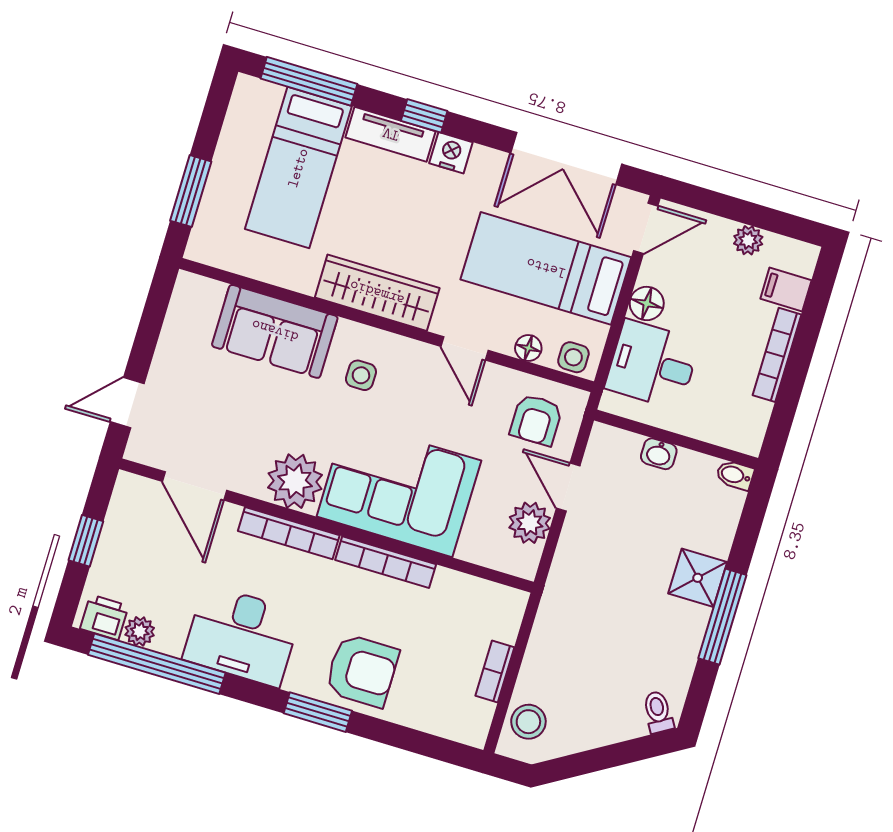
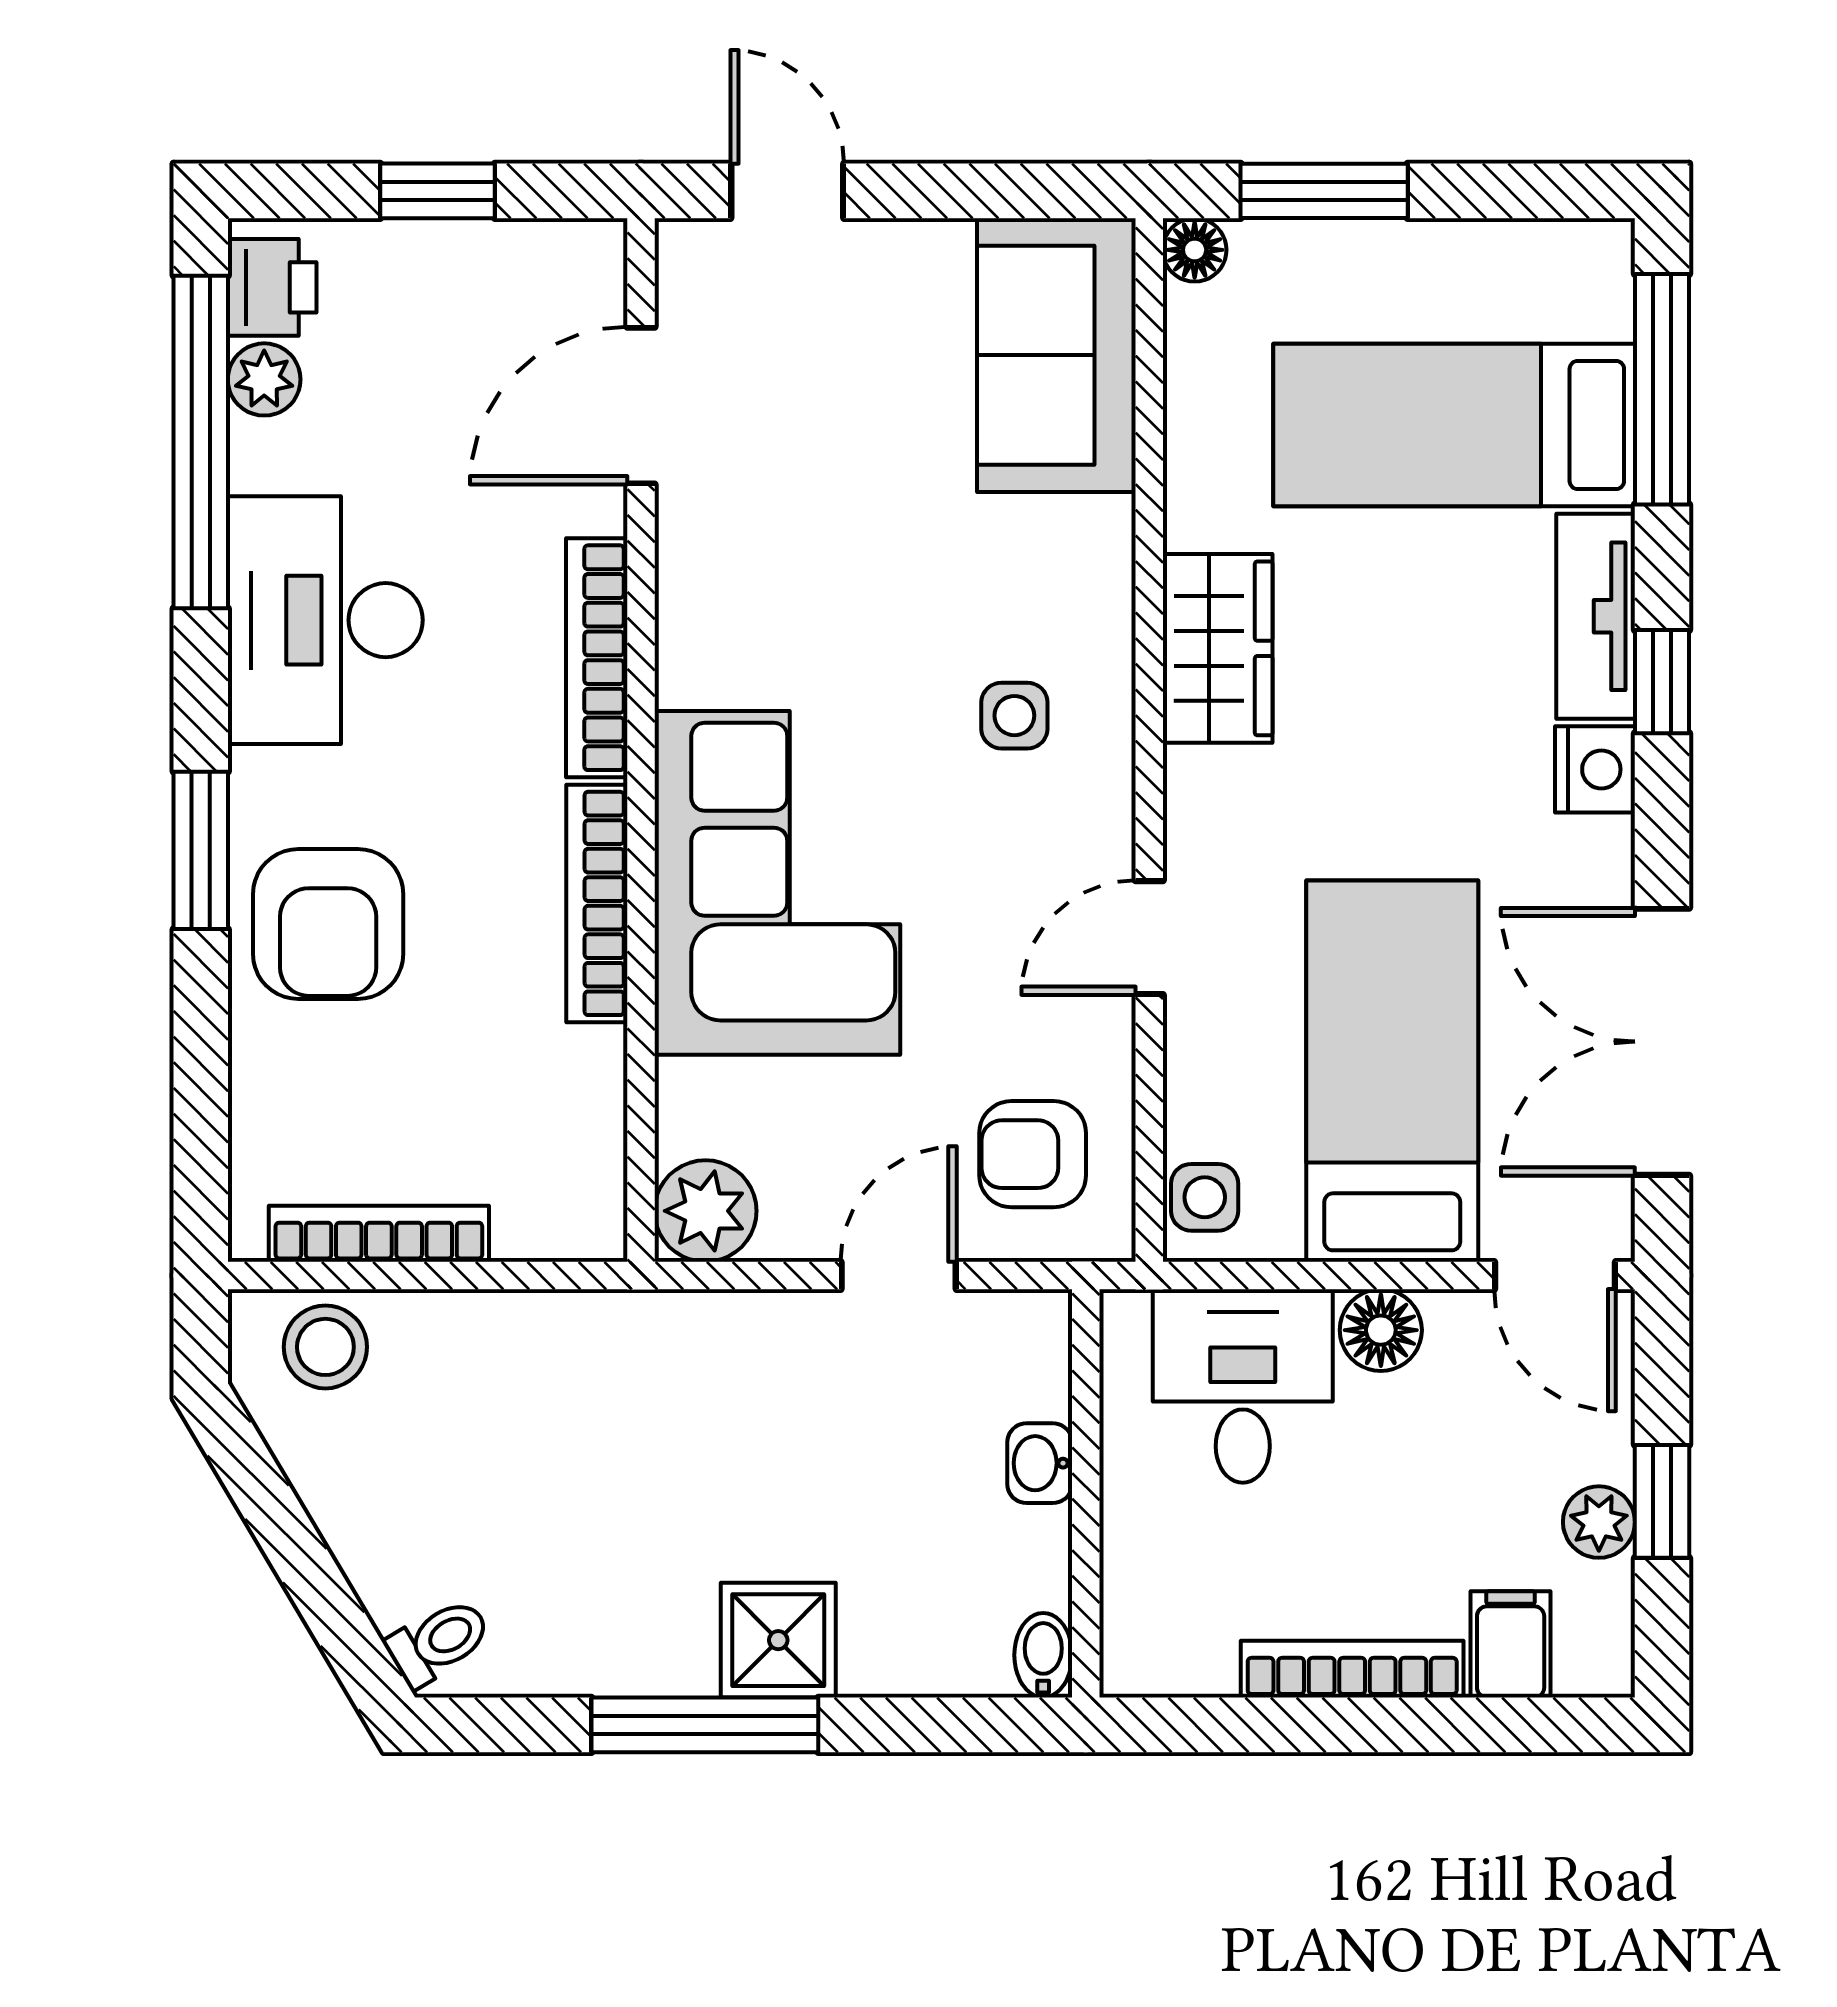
window: (747, 213) -> (1662, 1501), added
wardrobe: (377, 293) -> (1218, 648), width x0.67
sofa: (275, 331) -> (1056, 355), moved
floor lamp: (528, 348) -> (1195, 250), moved
plant: (295, 481) -> (722, 636), removed
plant: (530, 523) -> (706, 1211), moved
bookcase: (495, 672) -> (379, 1234), width x1.56

